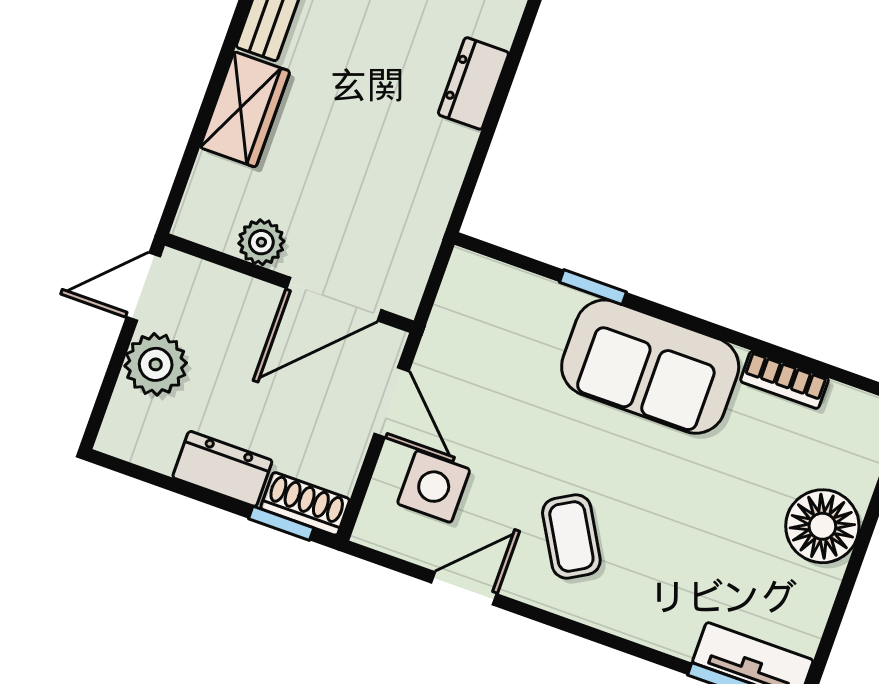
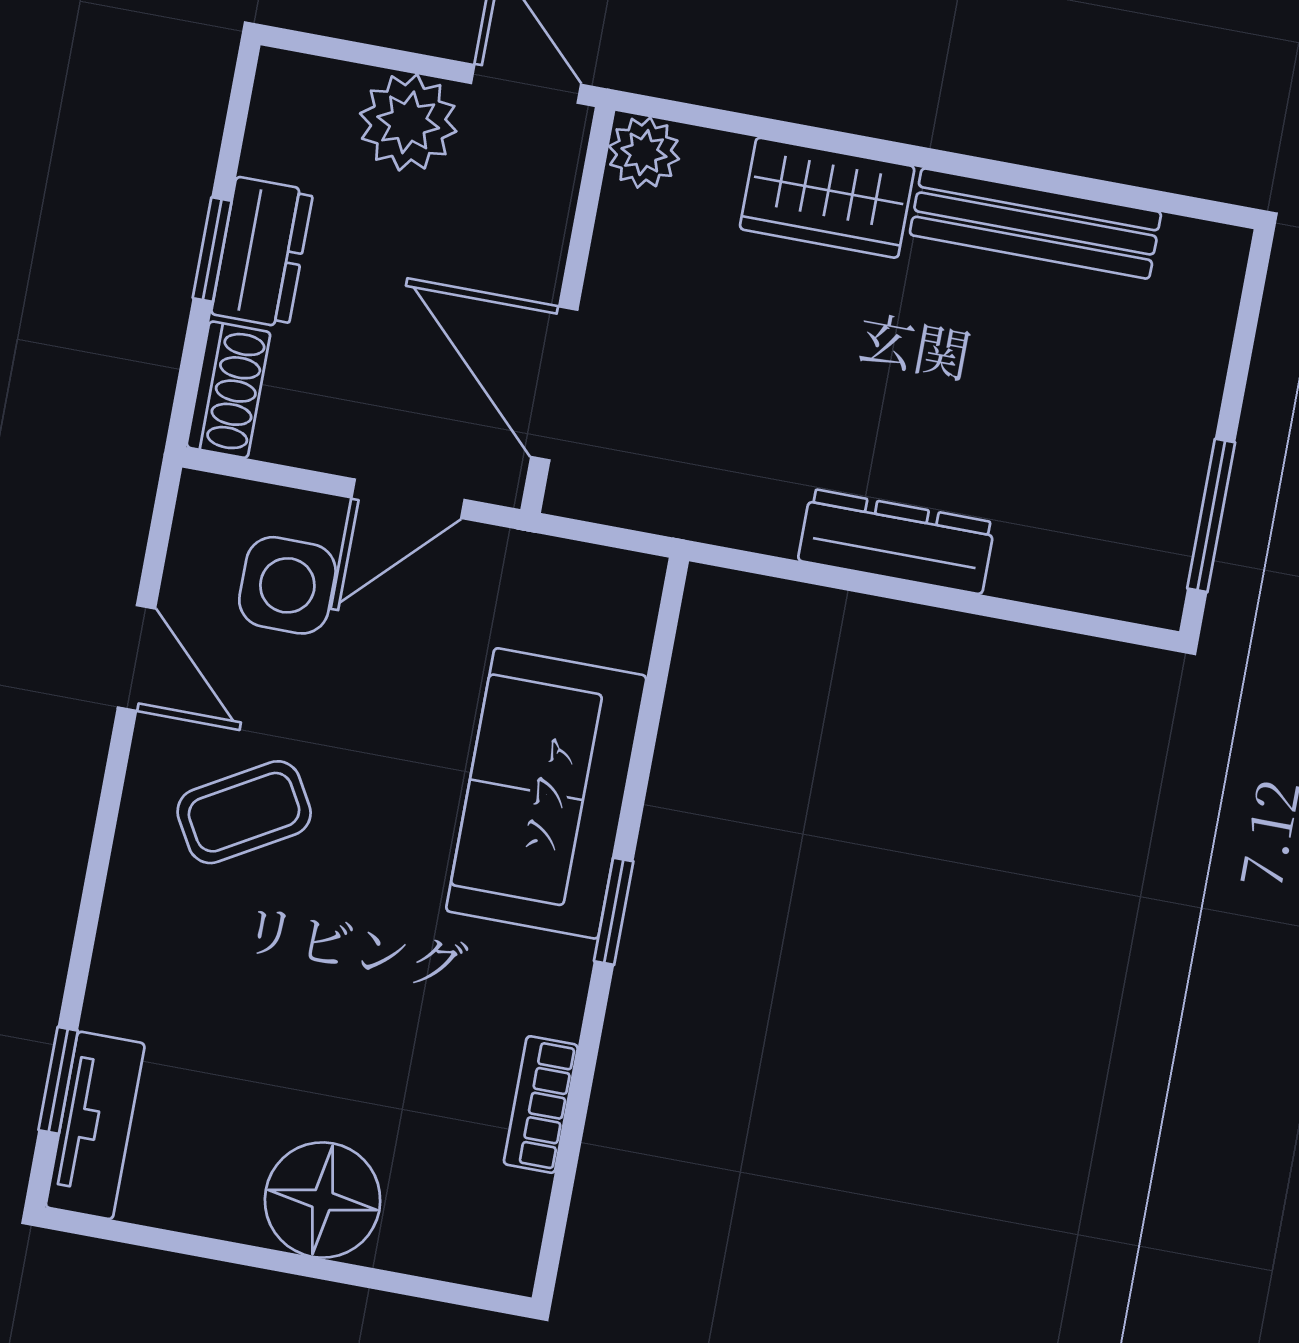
dresser: (473, 83) -> (896, 542), width x1.44
plant: (261, 242) -> (644, 153), moved
window: (593, 287) -> (614, 911), moved
sofa: (650, 367) -> (546, 793), moved
window: (281, 523) -> (212, 250), moved

